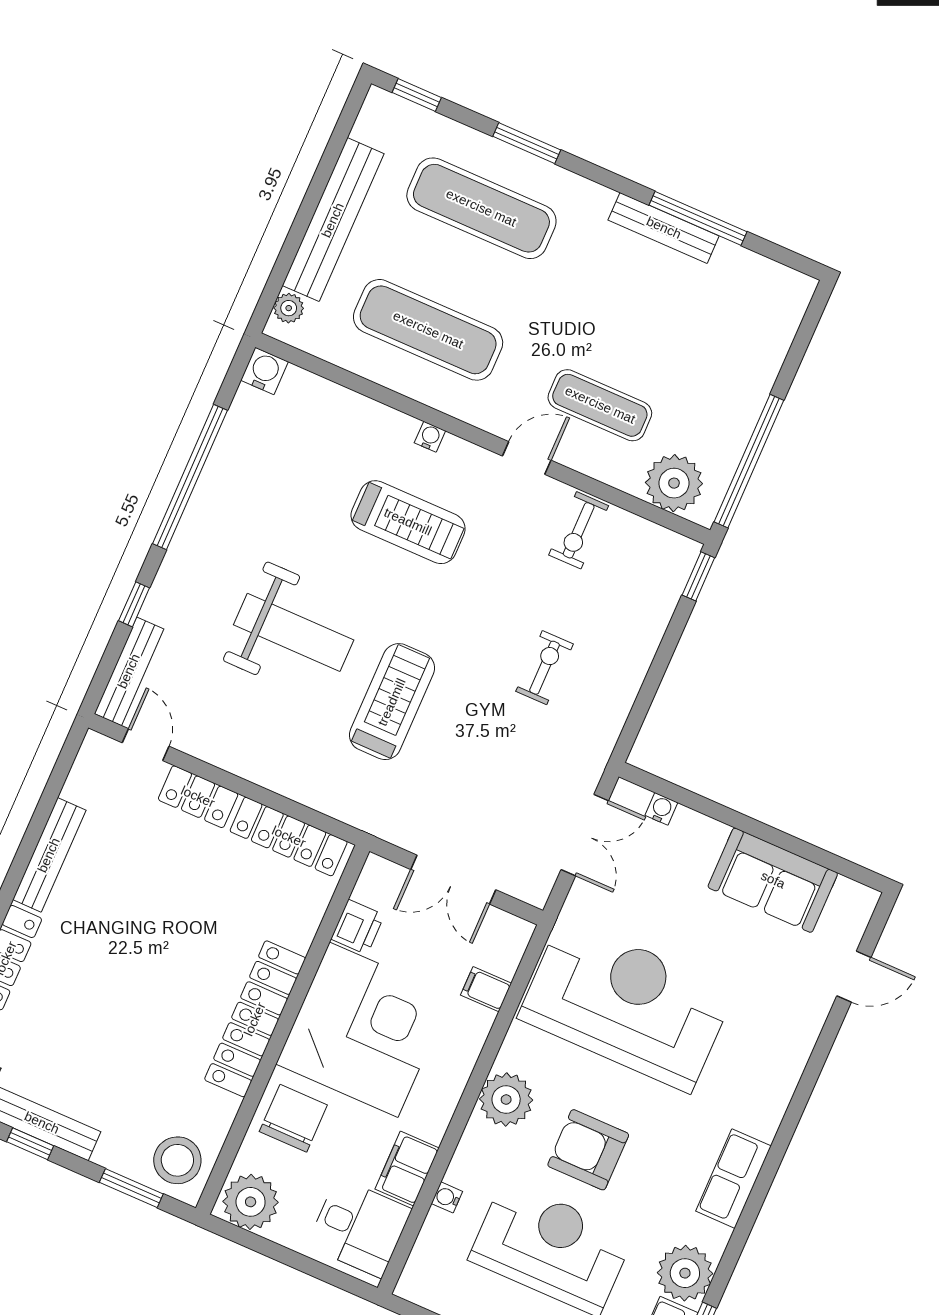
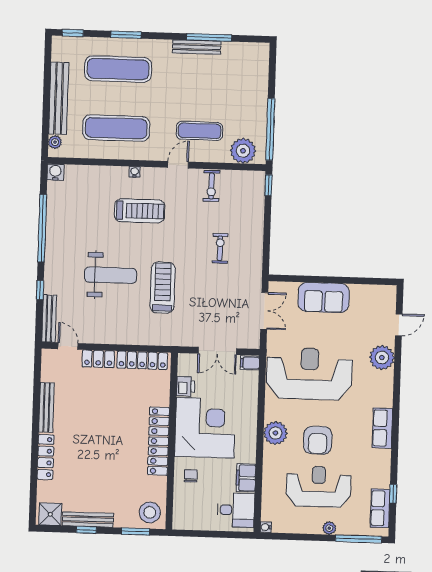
water cooler: (661, 809) -> (292, 287), removed
sofa: (773, 880) -> (324, 298), moved
filing cabinet: (486, 989) -> (250, 363), moved
chair: (293, 1118) -> (191, 476), width x0.54, depth x0.54
armchair: (588, 1150) -> (318, 440), turned -90
water cooler: (447, 1197) -> (266, 527), moved
plant: (251, 1202) -> (187, 517), removed
plant: (685, 1273) -> (382, 358), moved

